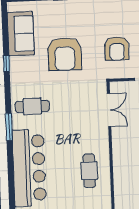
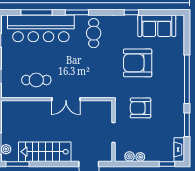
double door: (109, 110) -> (66, 99), moved
window: (11, 174) -> (37, 12), added

